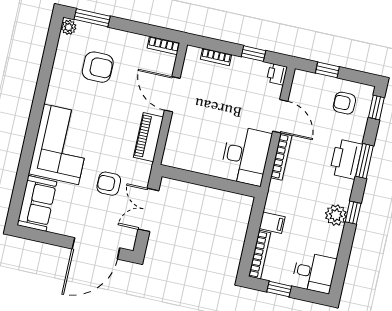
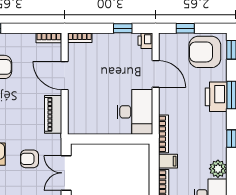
bookcase: (216, 57) -> (80, 38), moved
armchair: (344, 103) -> (205, 52), width x1.88, depth x1.88
bookcase: (281, 157) -> (163, 134), moved
plant: (336, 215) -> (218, 169), moved

